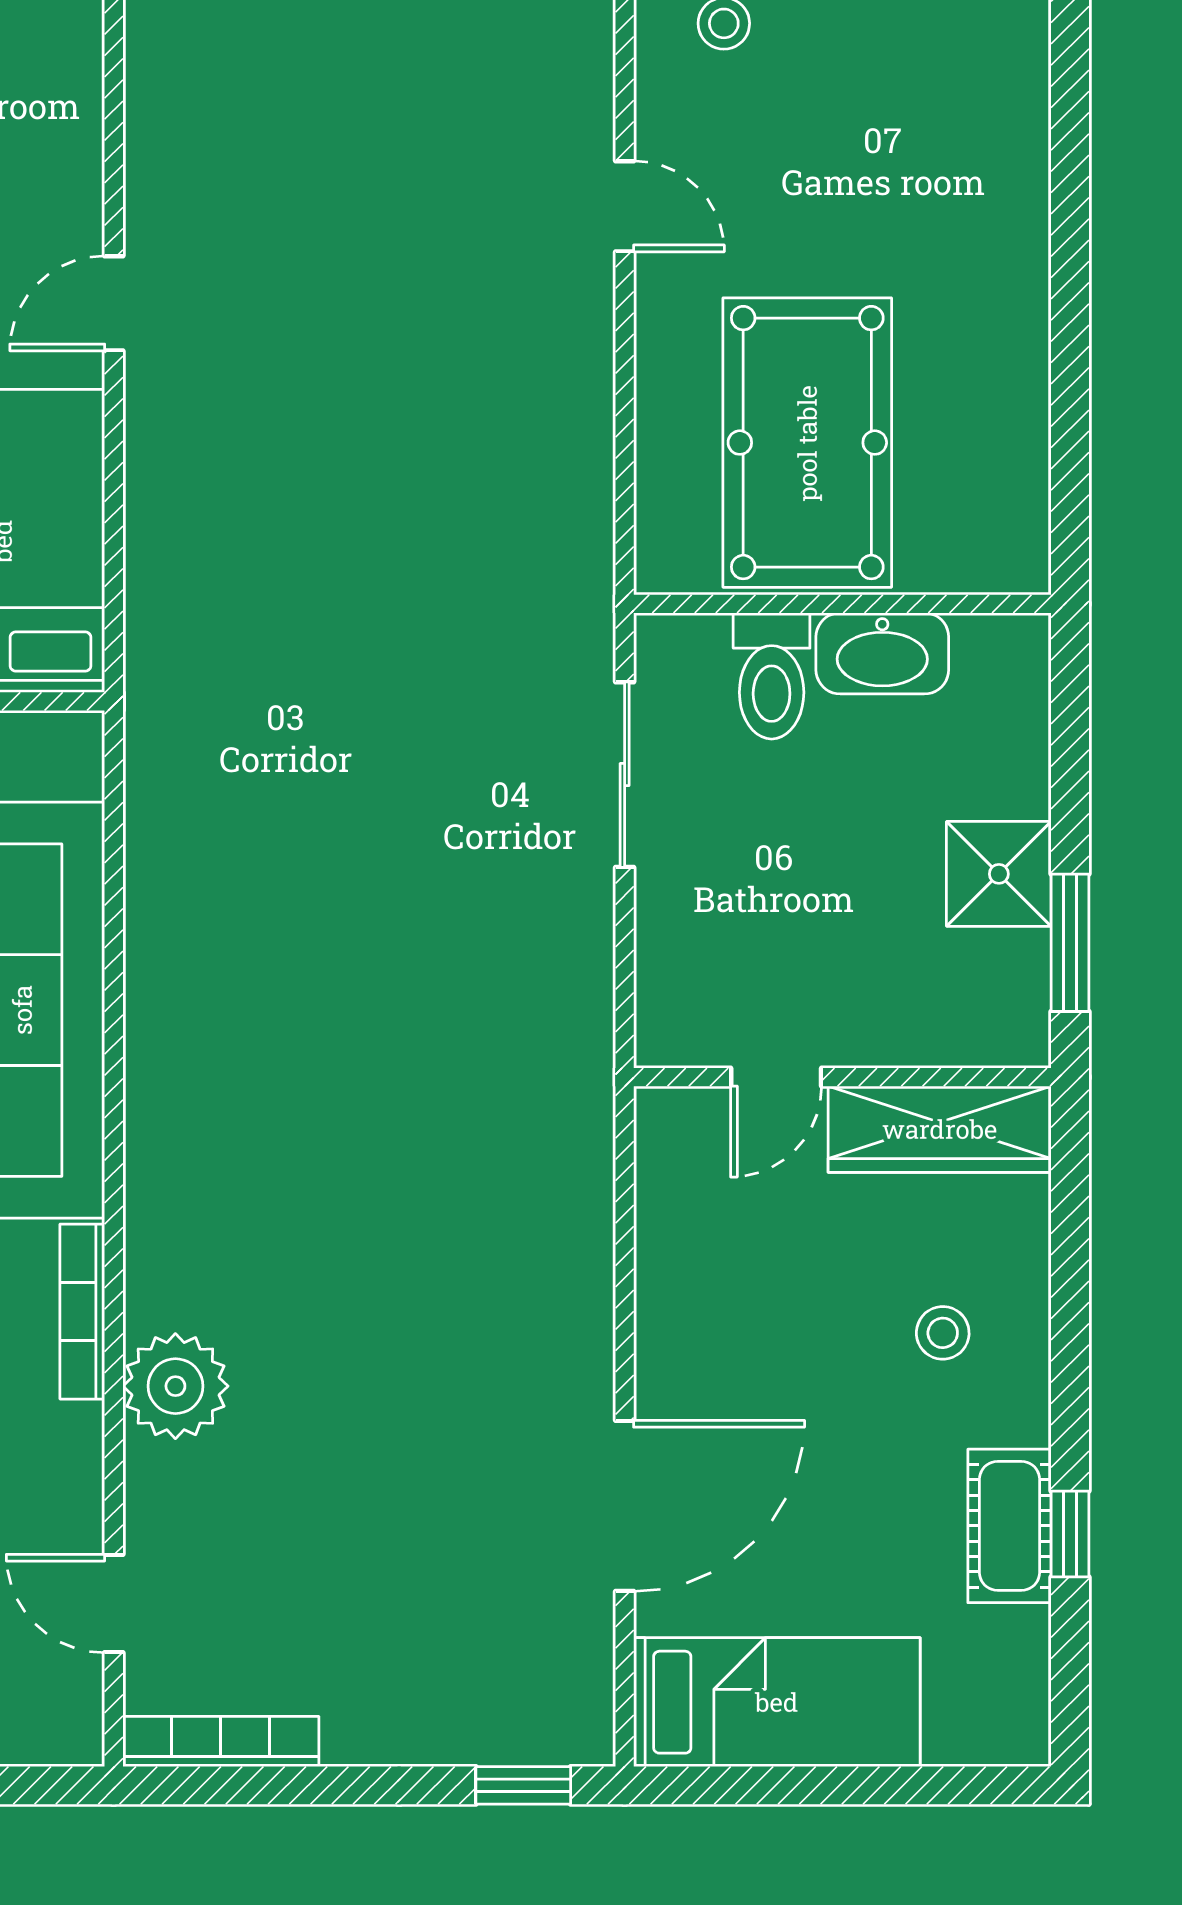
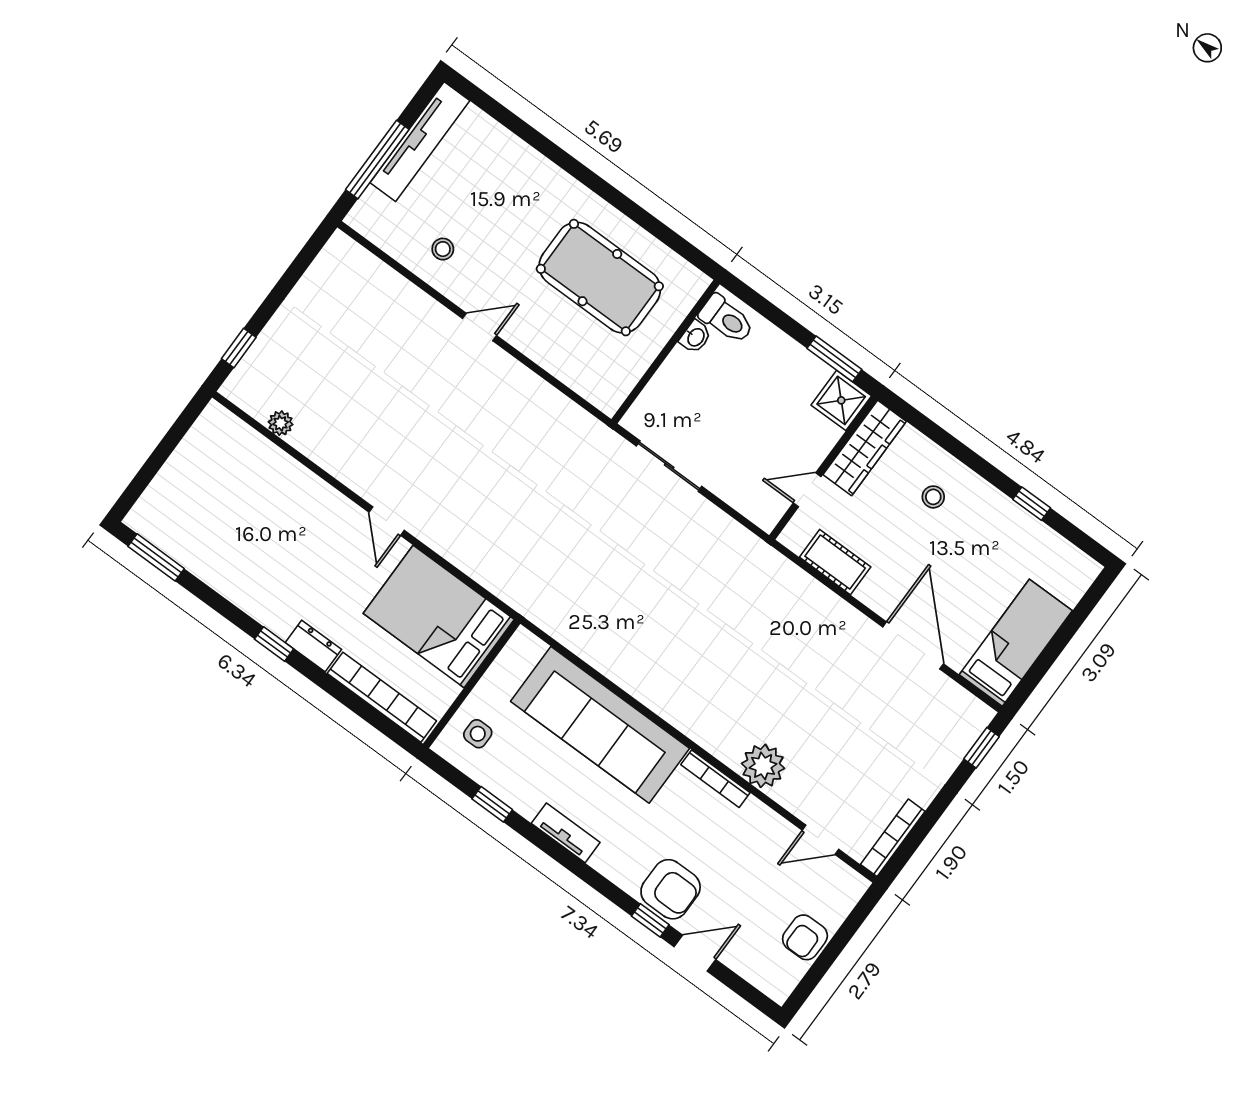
pool table: (807, 443) -> (600, 278), moved
washbasin: (882, 653) -> (695, 337), width x0.52, depth x0.69
toilet: (772, 676) -> (726, 319), moved
shower: (999, 874) -> (841, 400), moved
door: (776, 1077) -> (807, 490), swing flipped
cot: (1010, 1526) -> (835, 562), moved

